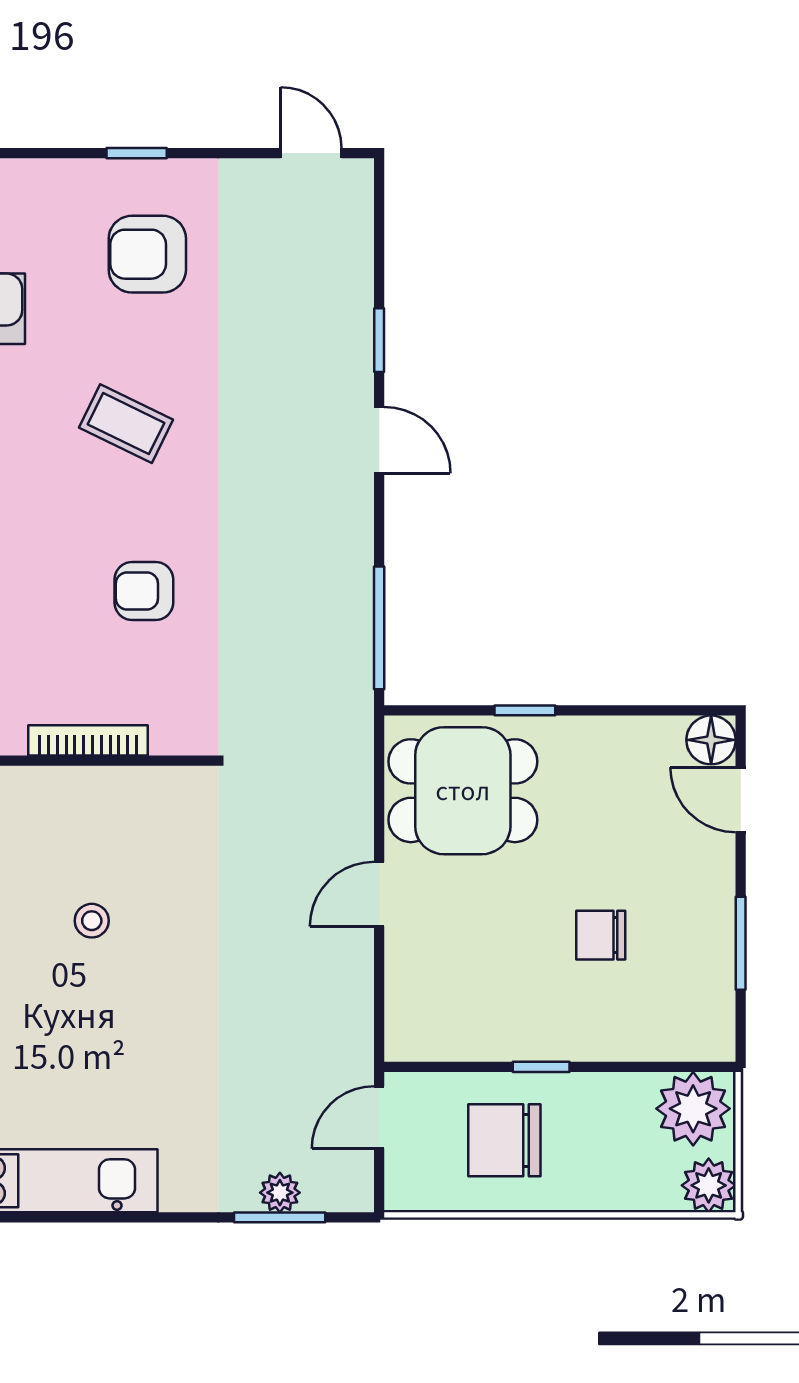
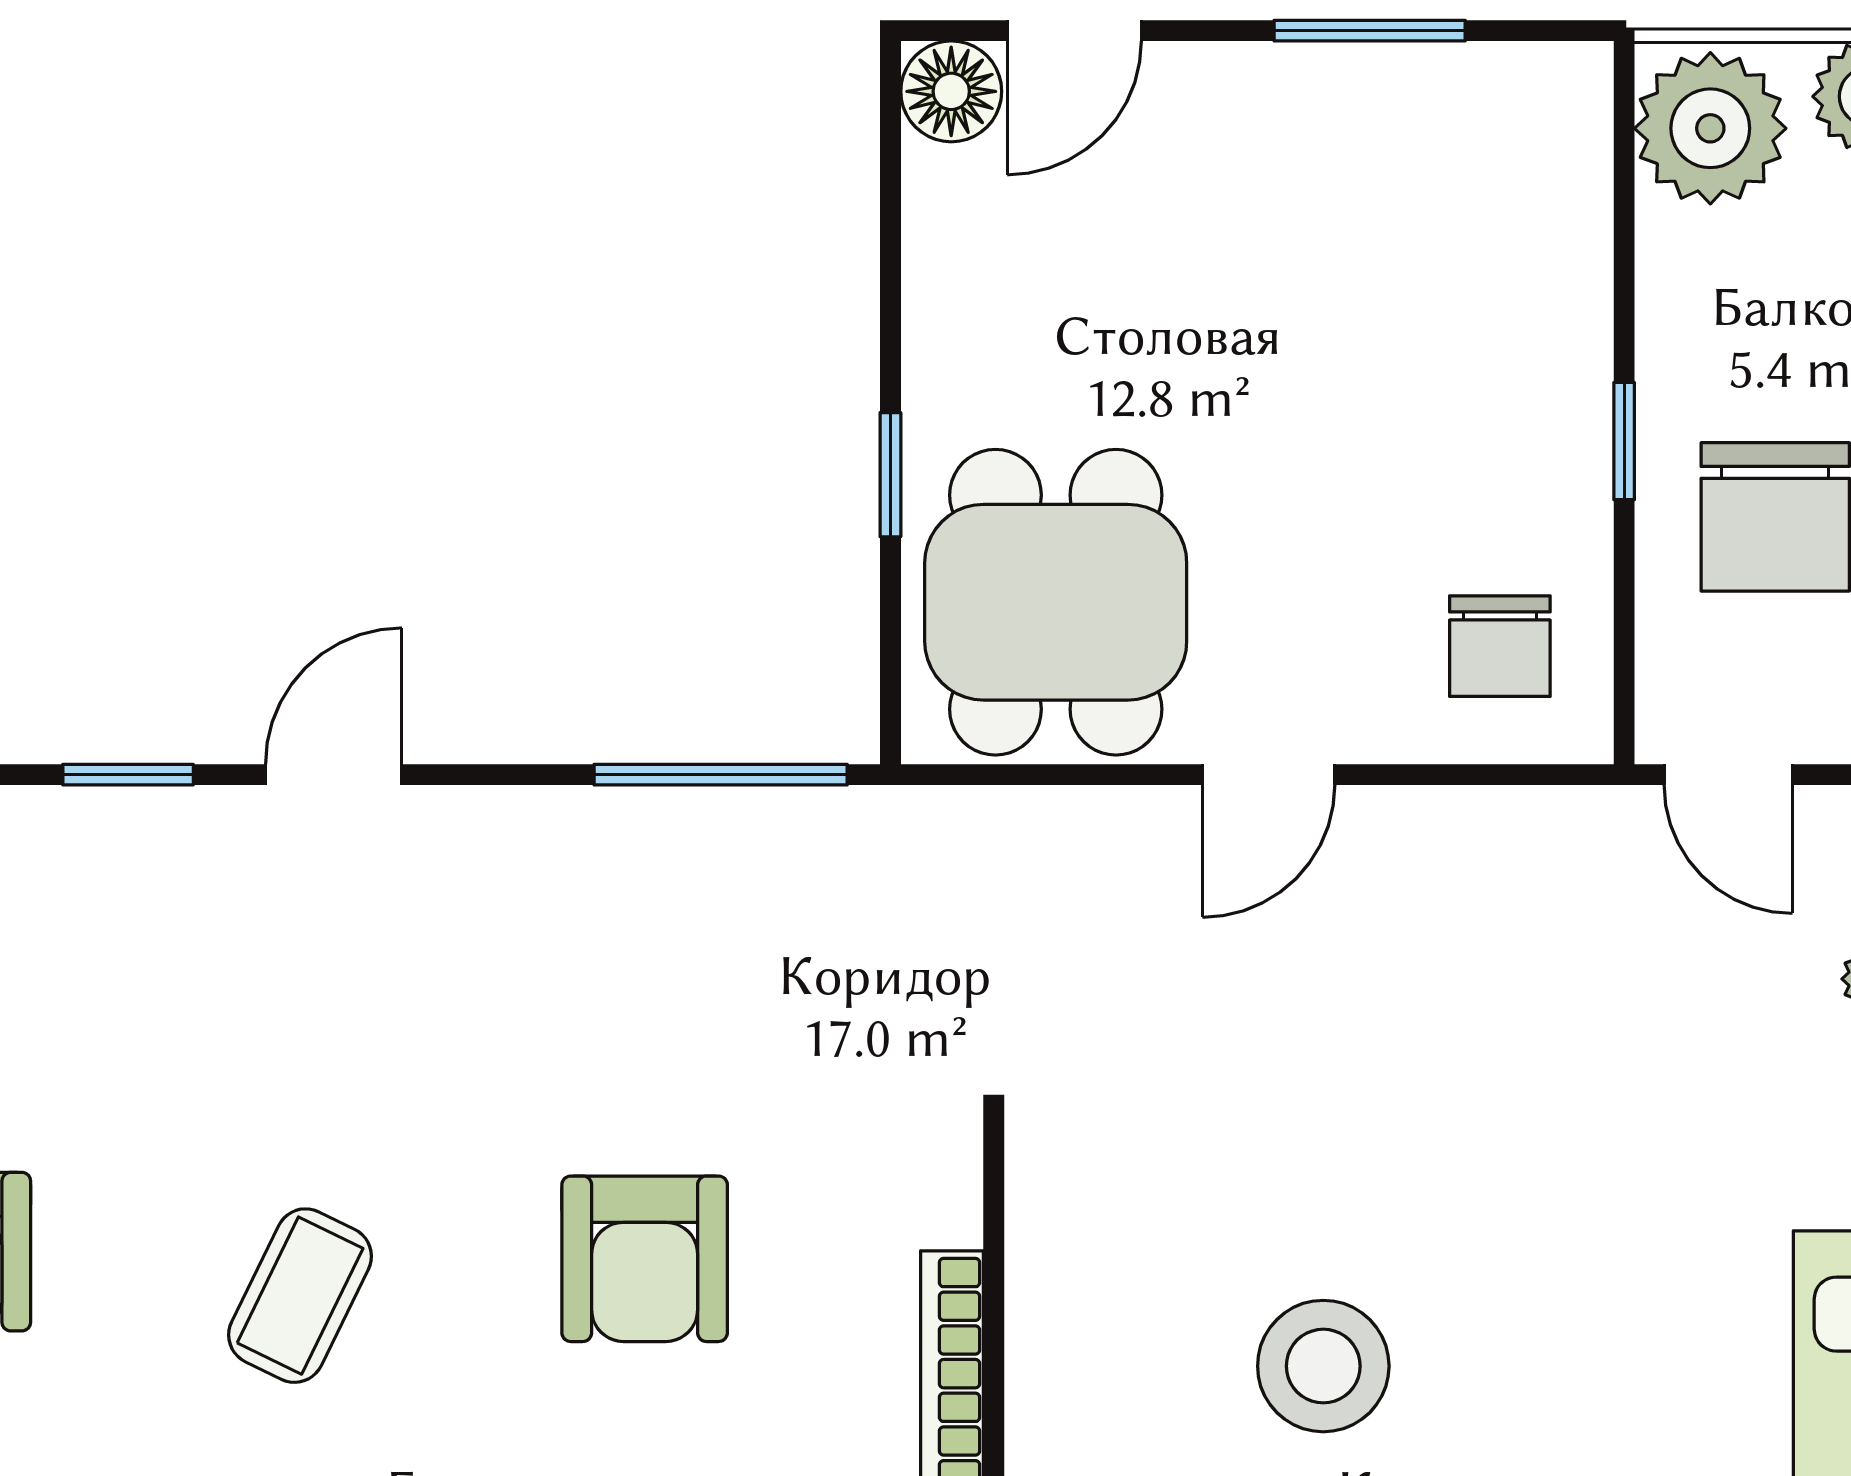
armchair: (144, 591) -> (645, 1259), width x1.38, depth x1.38
door: (379, 894) -> (1269, 775), hinge flipped
stool: (92, 921) -> (1323, 1366), width x1.89, depth x1.89
chair: (601, 935) -> (1500, 646), moved

